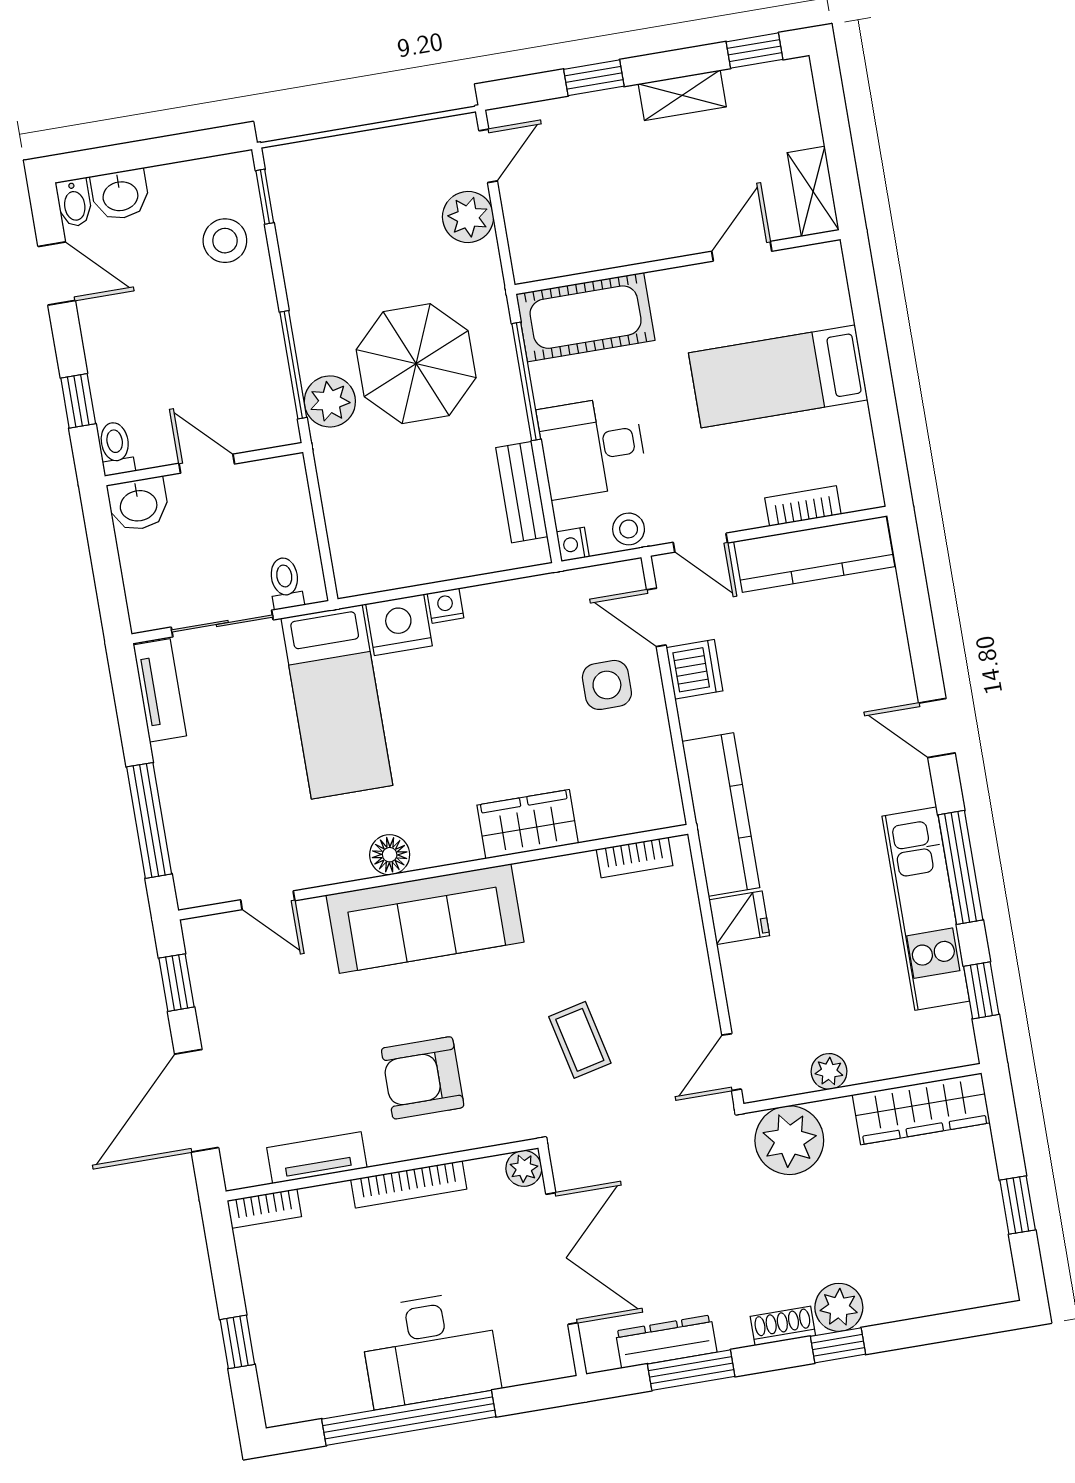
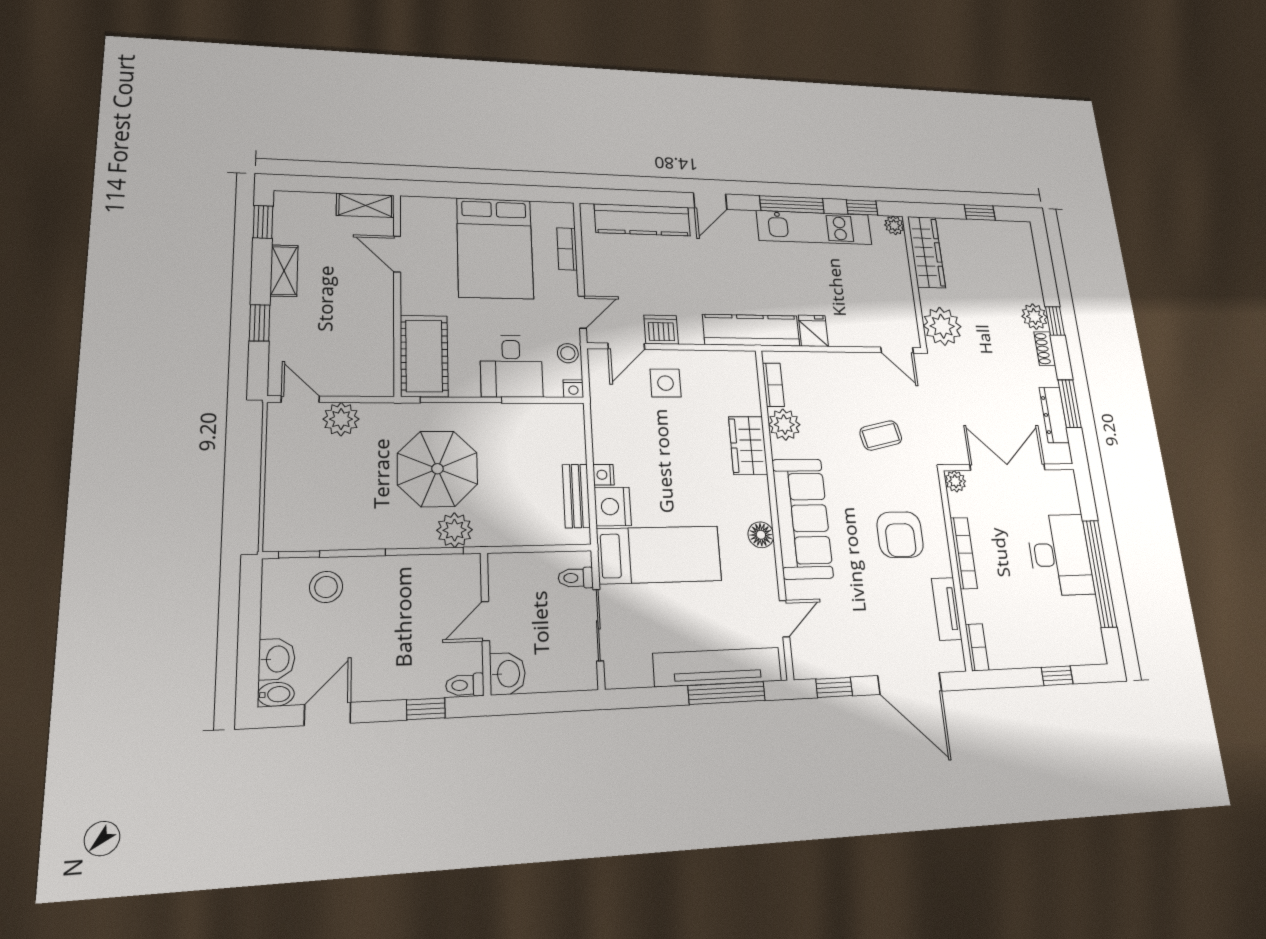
bed: (778, 376) -> (495, 248), width x1.50
bench: (522, 492) -> (576, 496), moved, turned 90
kitchen counter: (814, 554) -> (642, 220), moved, turned 90
tv unit: (160, 690) -> (717, 667), moved, width x1.92, depth x1.29
plant: (571, 880) -> (784, 425), added
plant: (829, 1071) -> (894, 225), moved

